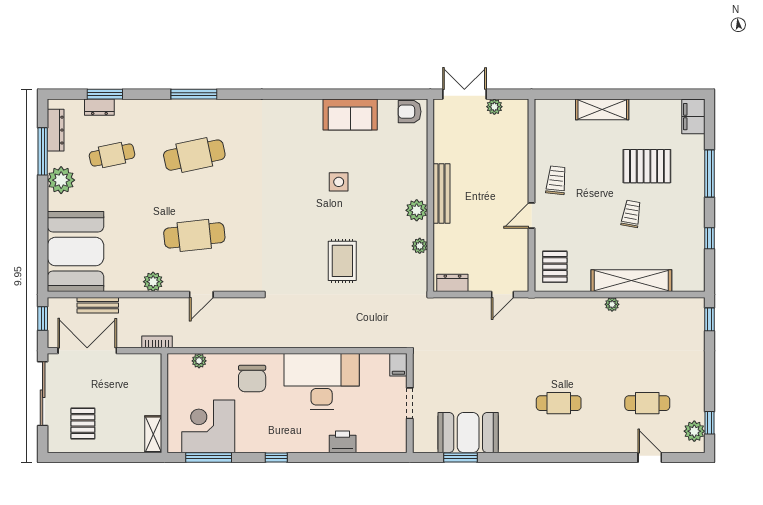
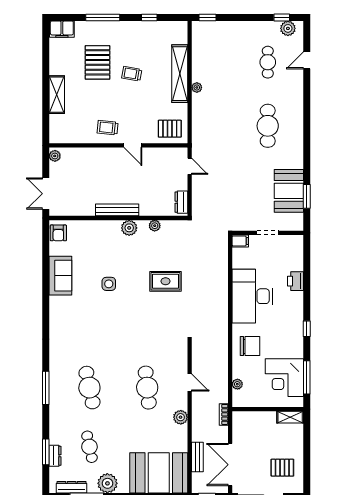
plant: (494, 107) -> (55, 156), moved
cafe table: (559, 403) -> (268, 126), width x1.37, depth x1.35

